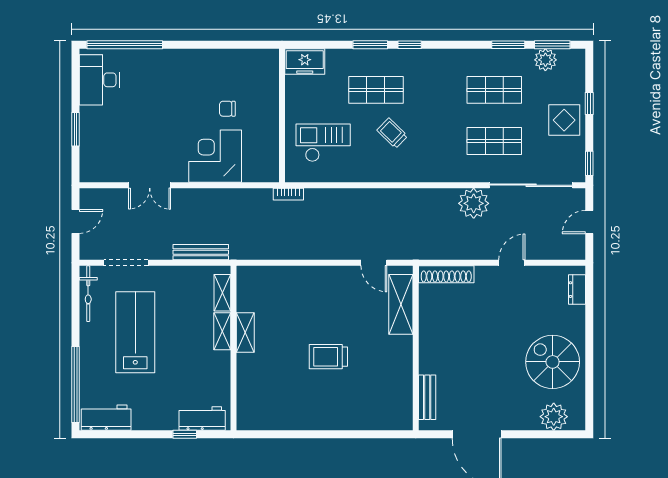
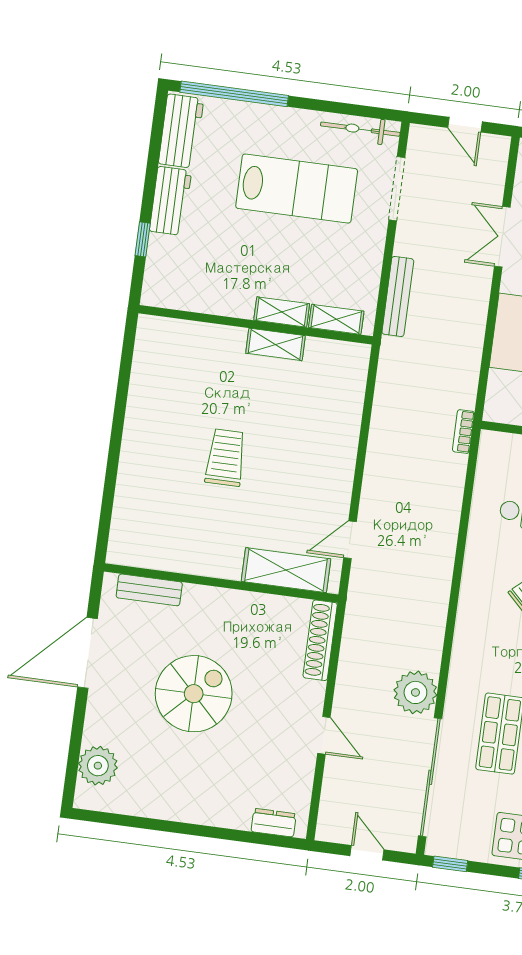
spiral stairs: (553, 362) -> (194, 694), moved
workbench: (202, 419) -> (170, 201), moved

